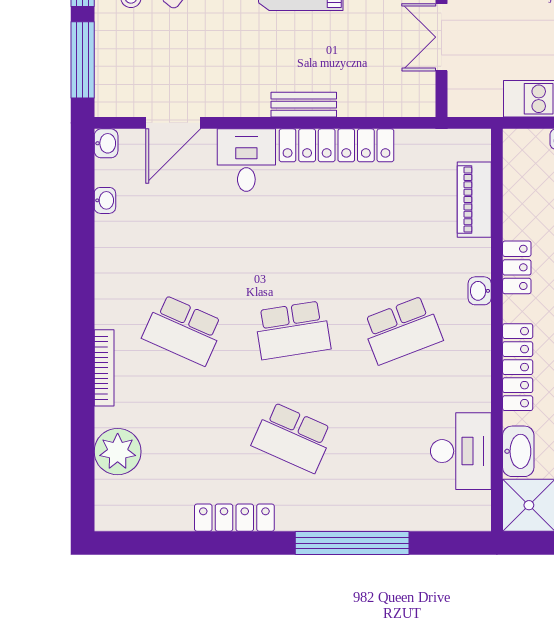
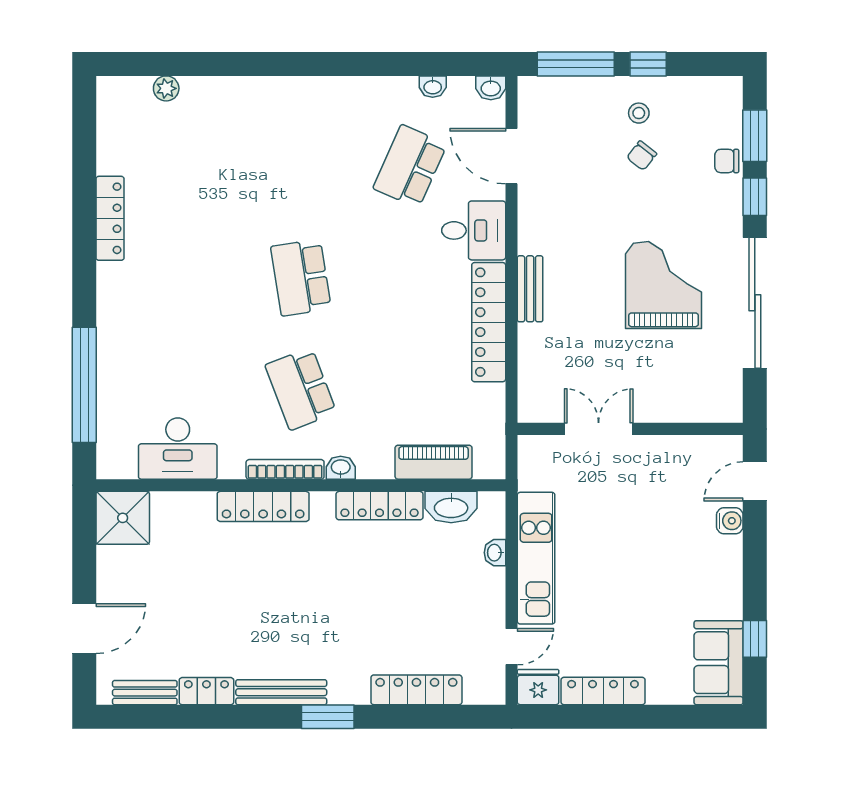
locker: (517, 267) -> (380, 506), width x1.53
school desk: (183, 330) -> (410, 166), moved
bookcase: (104, 368) -> (285, 469), moved, turned 180
school desk: (293, 437) -> (192, 278), removed
washbasin: (518, 451) -> (451, 507), moved
plant: (118, 452) -> (166, 88), width x0.53, depth x0.53
window: (352, 543) -> (84, 385), moved

